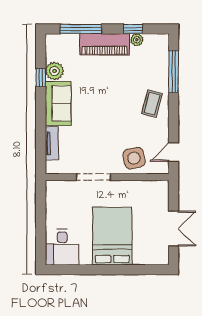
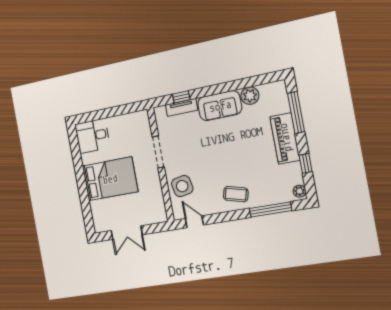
plant: (137, 40) -> (300, 191), moved
window: (41, 78) -> (181, 97), moved

